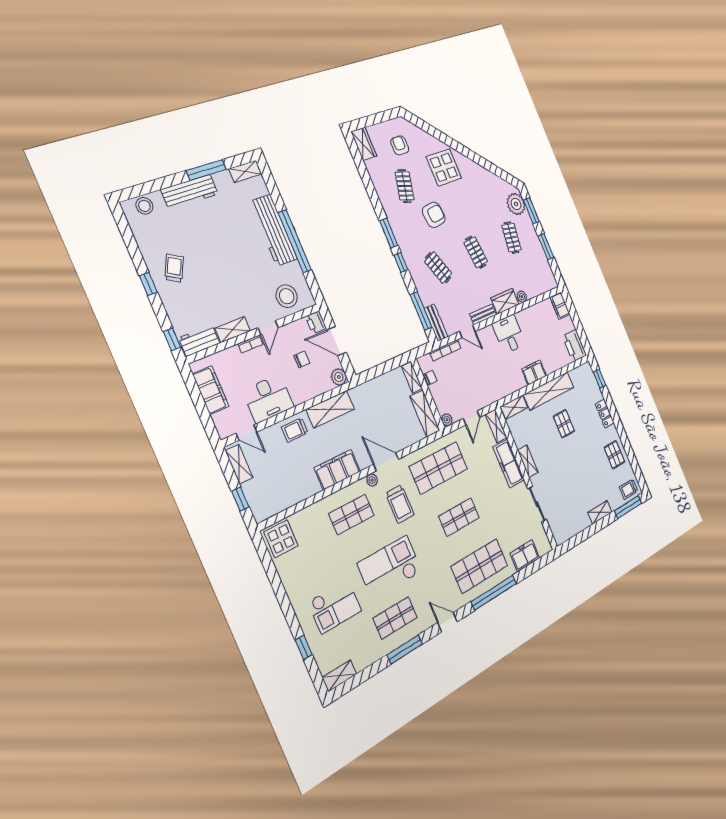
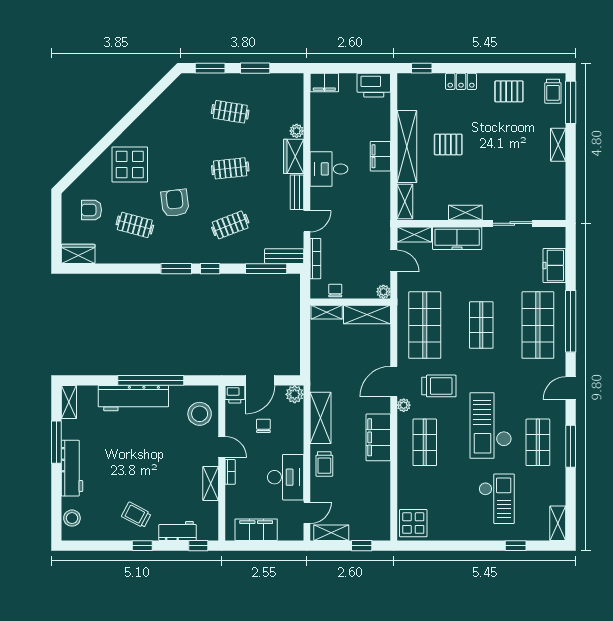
plant: (516, 204) -> (196, 86), removed
workbench: (199, 341) -> (178, 531), moved, turned 90

